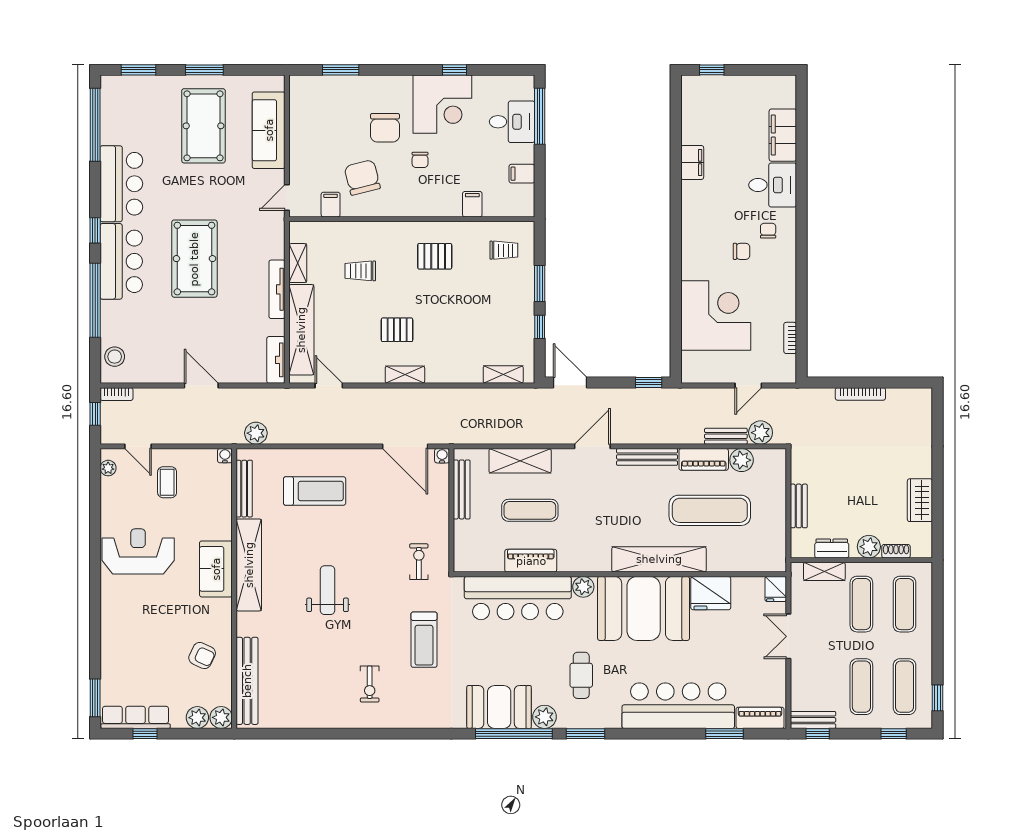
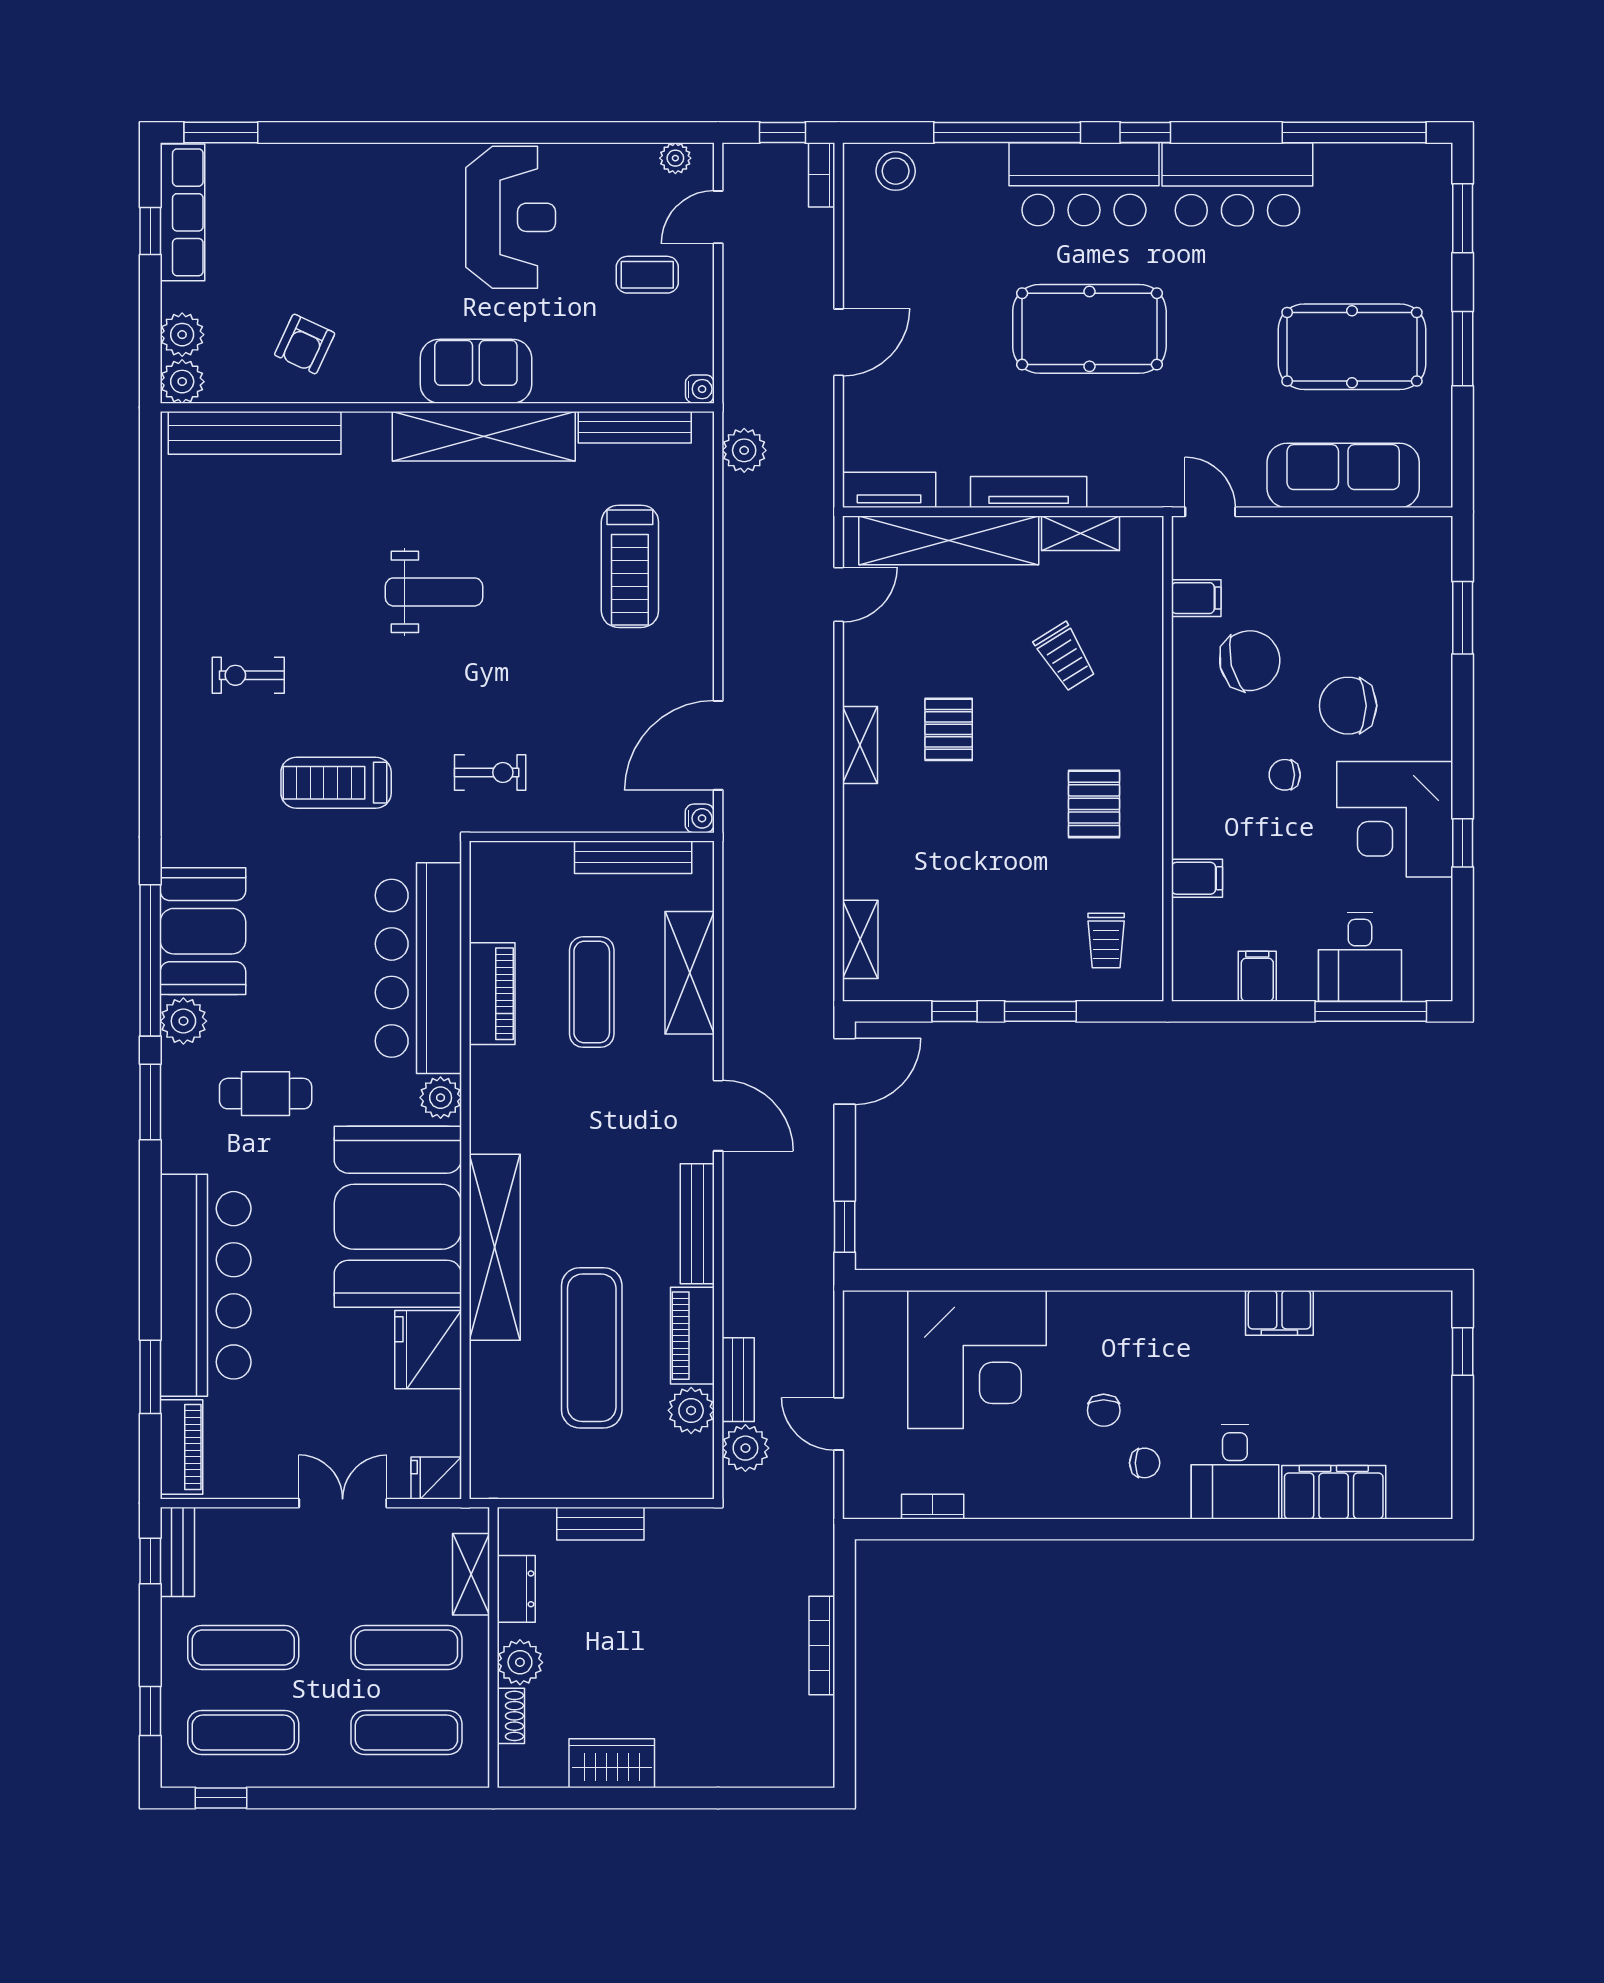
trolley: (360, 271) -> (1065, 657), turned 148

